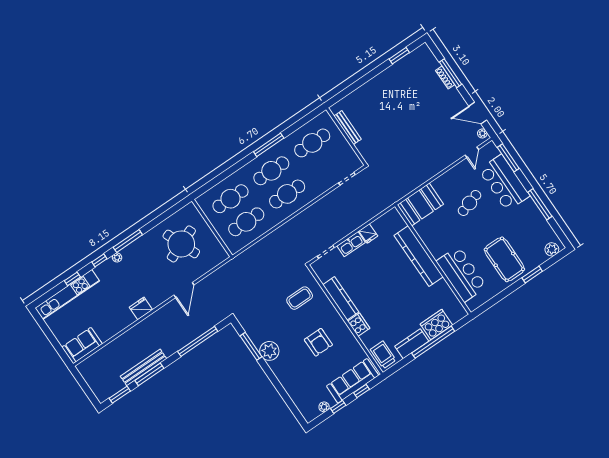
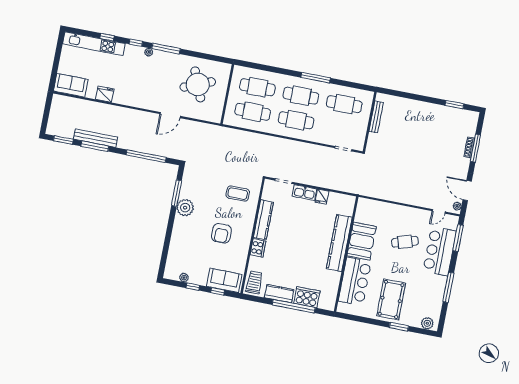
booth: (420, 204) -> (362, 241), moved, turned 90
fridge: (141, 308) -> (105, 94), moved
sofa: (353, 381) -> (224, 280), width x0.73

